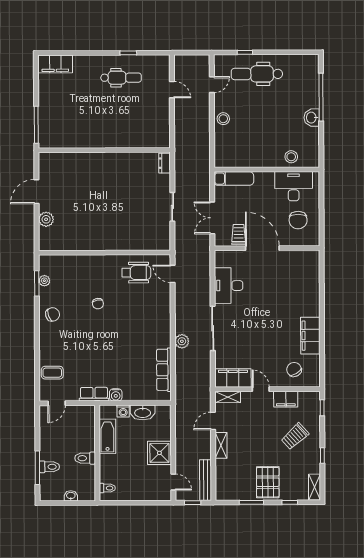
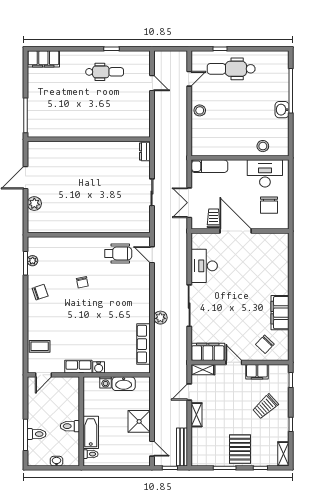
chair: (294, 369) -> (265, 344), turned -105
bathtub: (107, 436) -> (91, 432), moved

